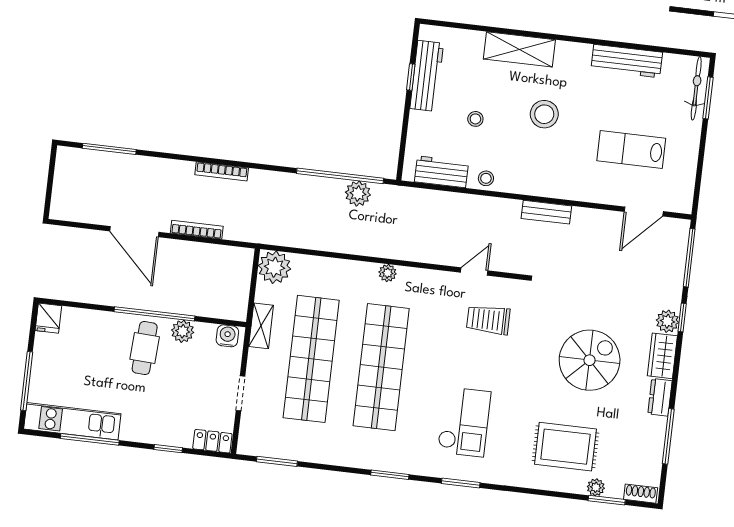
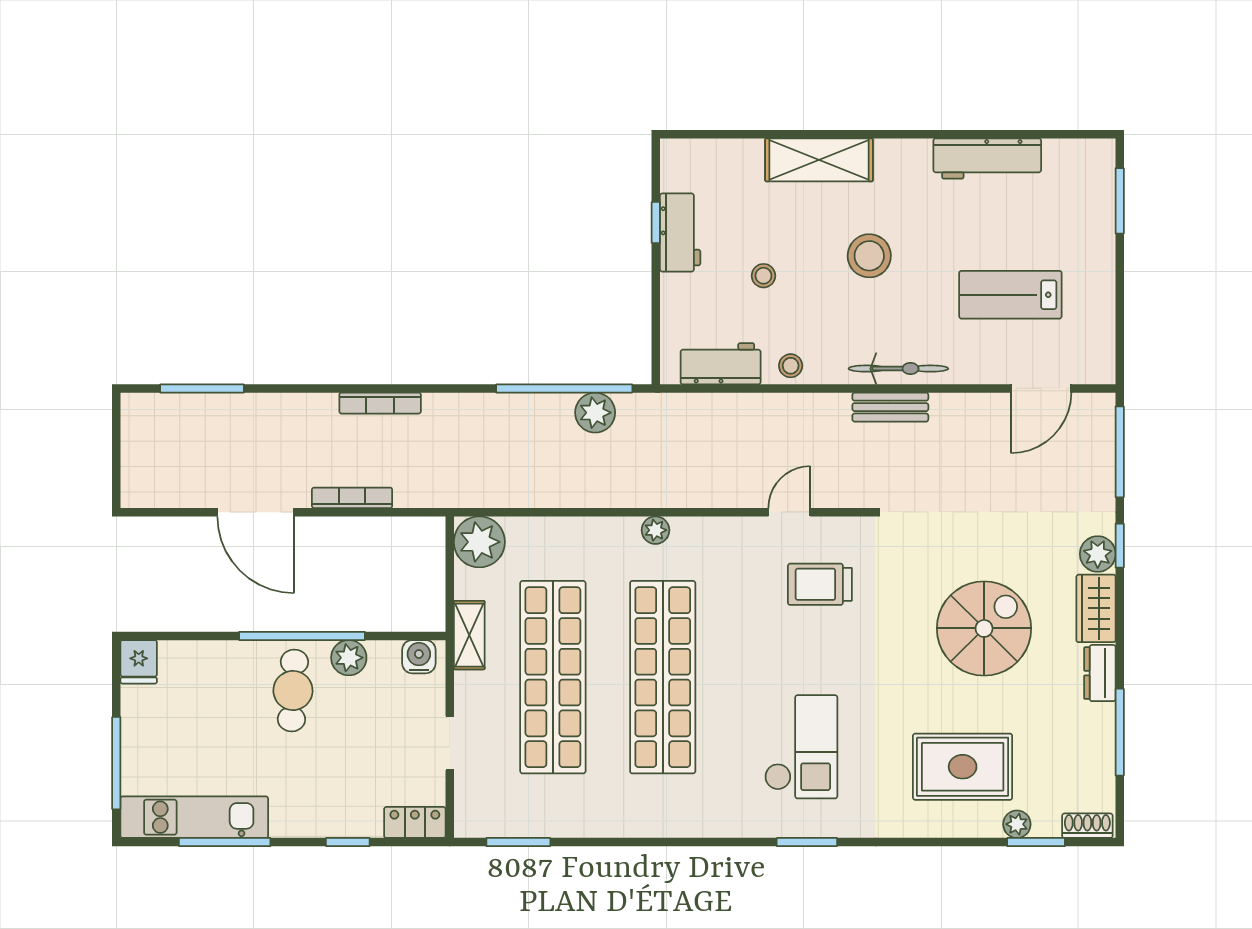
workbench: (427, 76) -> (680, 233), width x0.73
bicycle: (696, 88) -> (898, 369), moved, turned 90
window: (390, 475) -> (696, 842), removed

